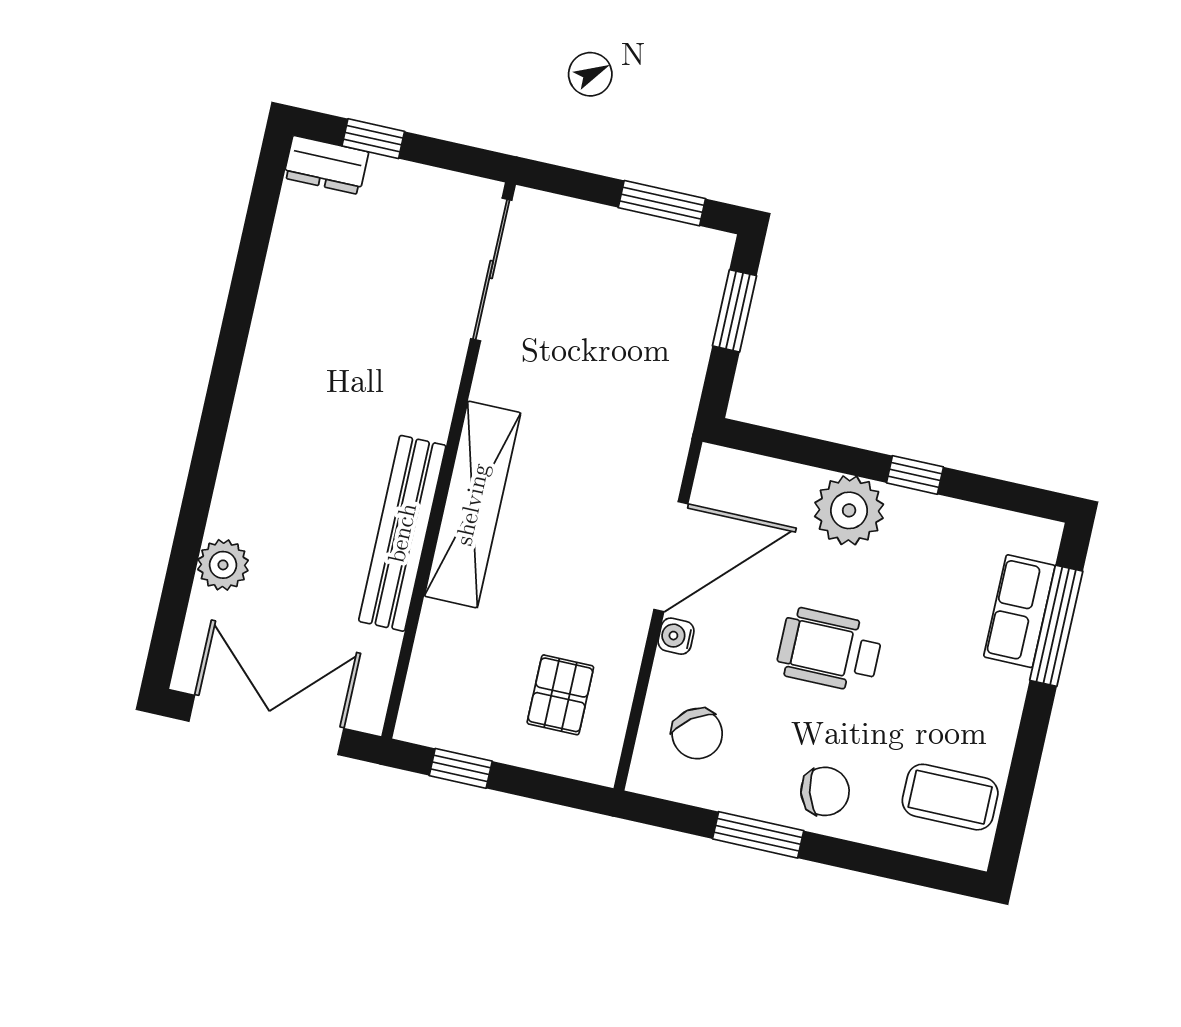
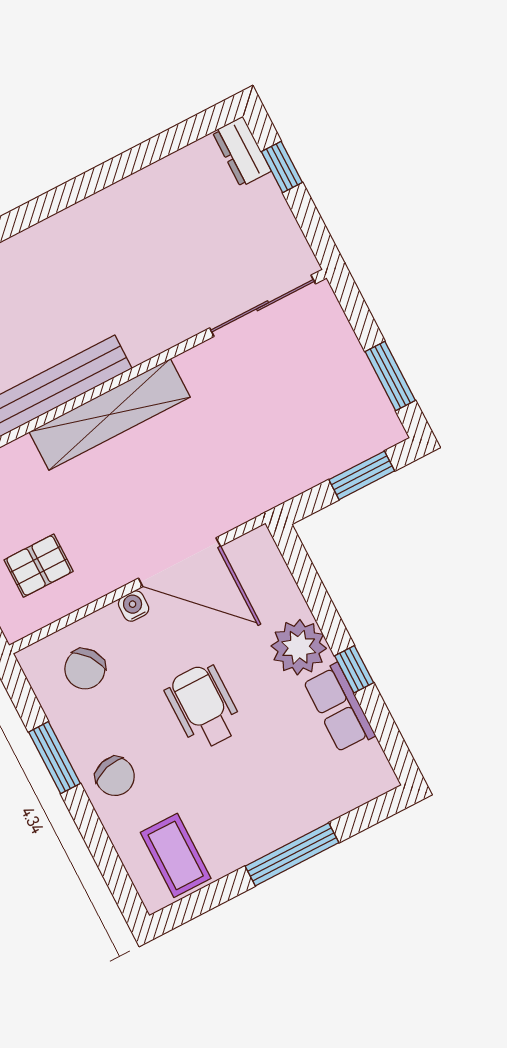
row of seats: (1019, 611) -> (339, 708), moved, turned -90
window: (1056, 626) -> (292, 854), moved

